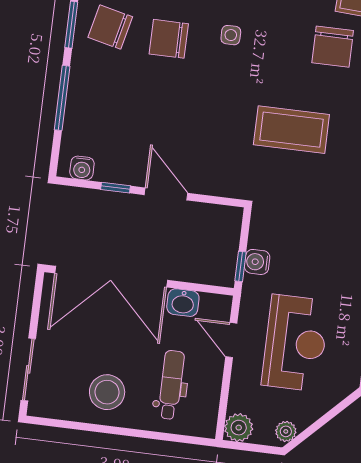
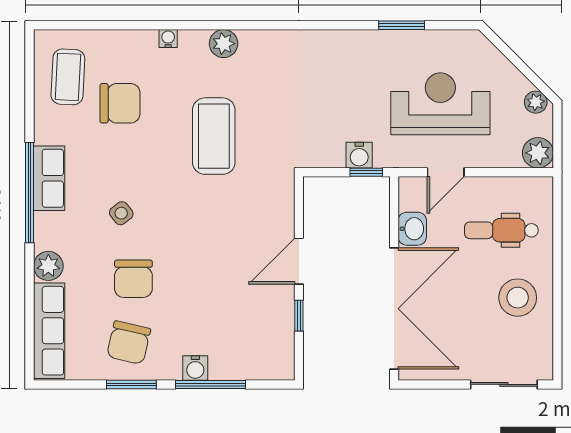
side table: (231, 35) -> (121, 213), turned -38
water cooler: (82, 168) -> (195, 368), moved, turned 90

